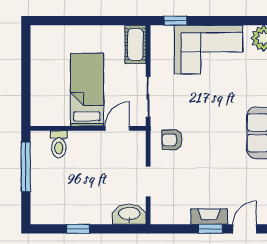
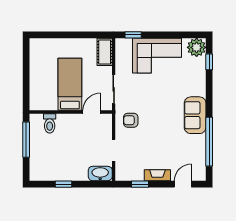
window: (210, 229) -> (140, 184), moved

